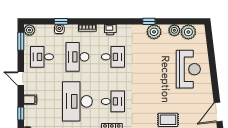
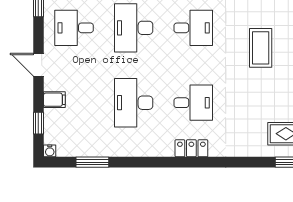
coffee table: (153, 69) -> (261, 48), added
desk: (77, 101) -> (134, 103), width x0.73, depth x0.77

